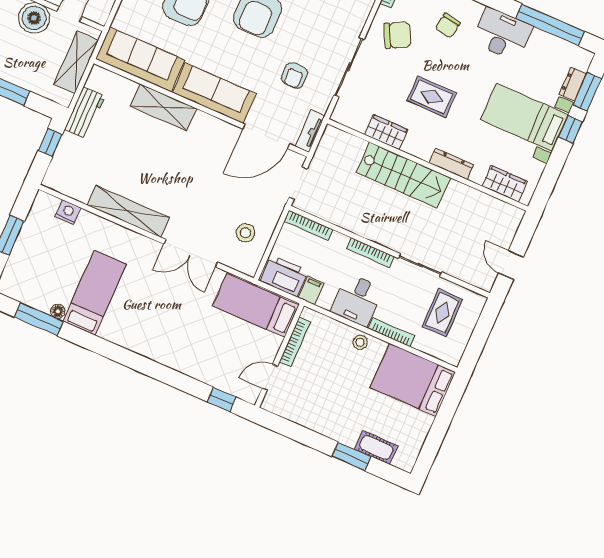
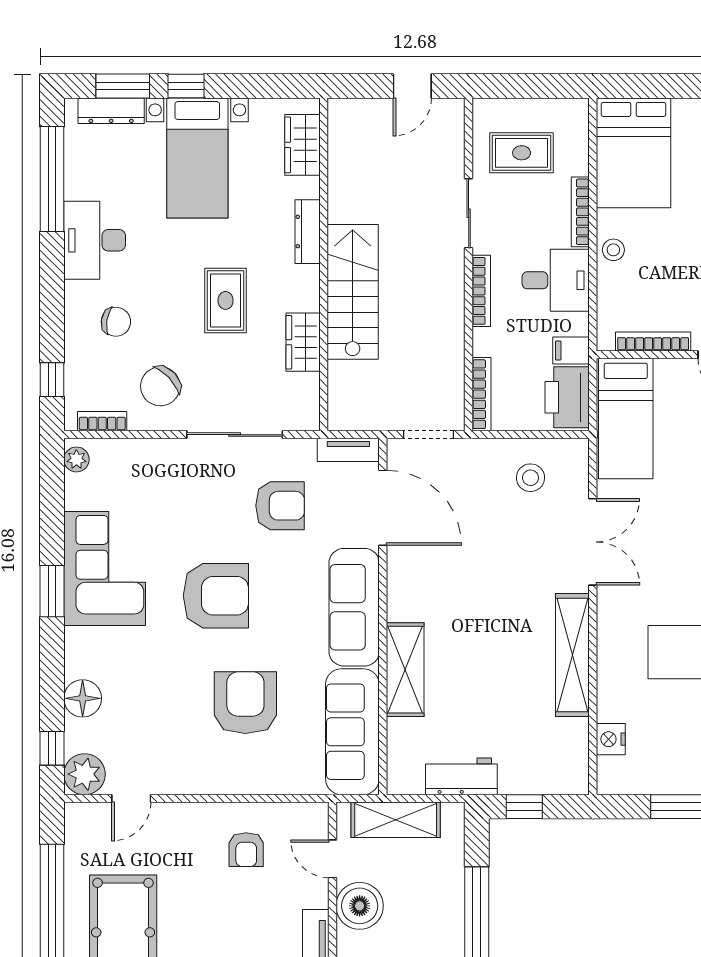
chair: (397, 35) -> (160, 386), turned -106
armchair: (294, 75) -> (280, 506), width x1.38, depth x1.38
dresser: (573, 84) -> (111, 111), width x1.44

